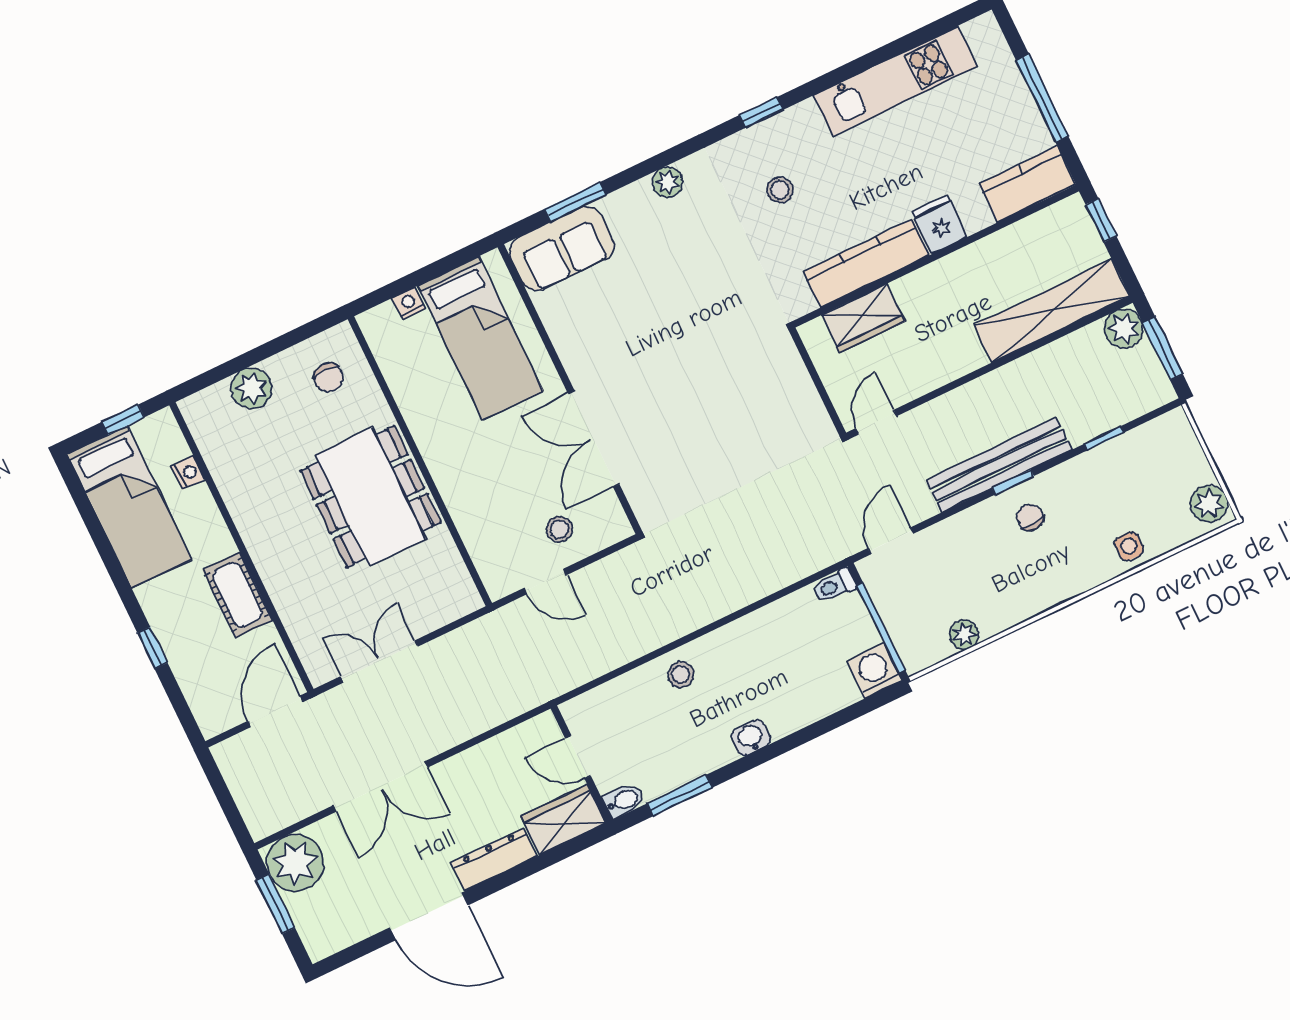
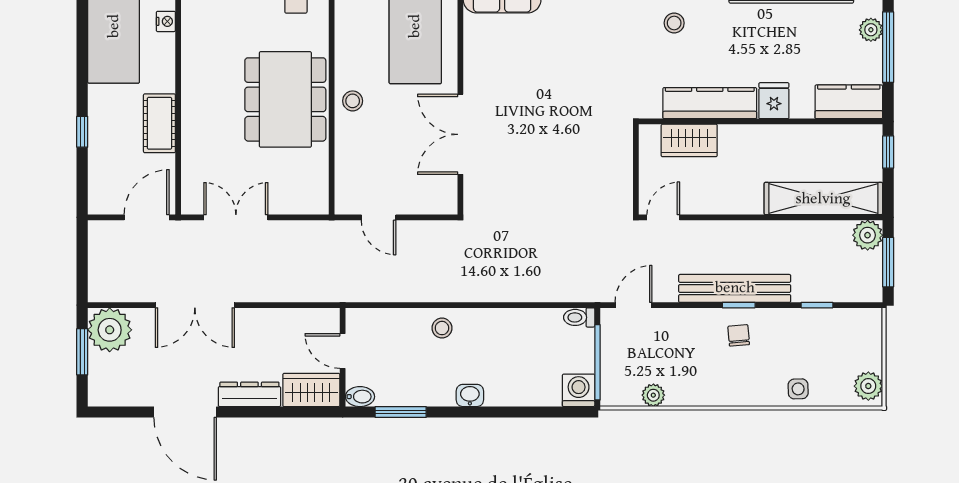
plant: (1013, 88) -> (871, 30), added
stool: (559, 529) -> (353, 101), moved

